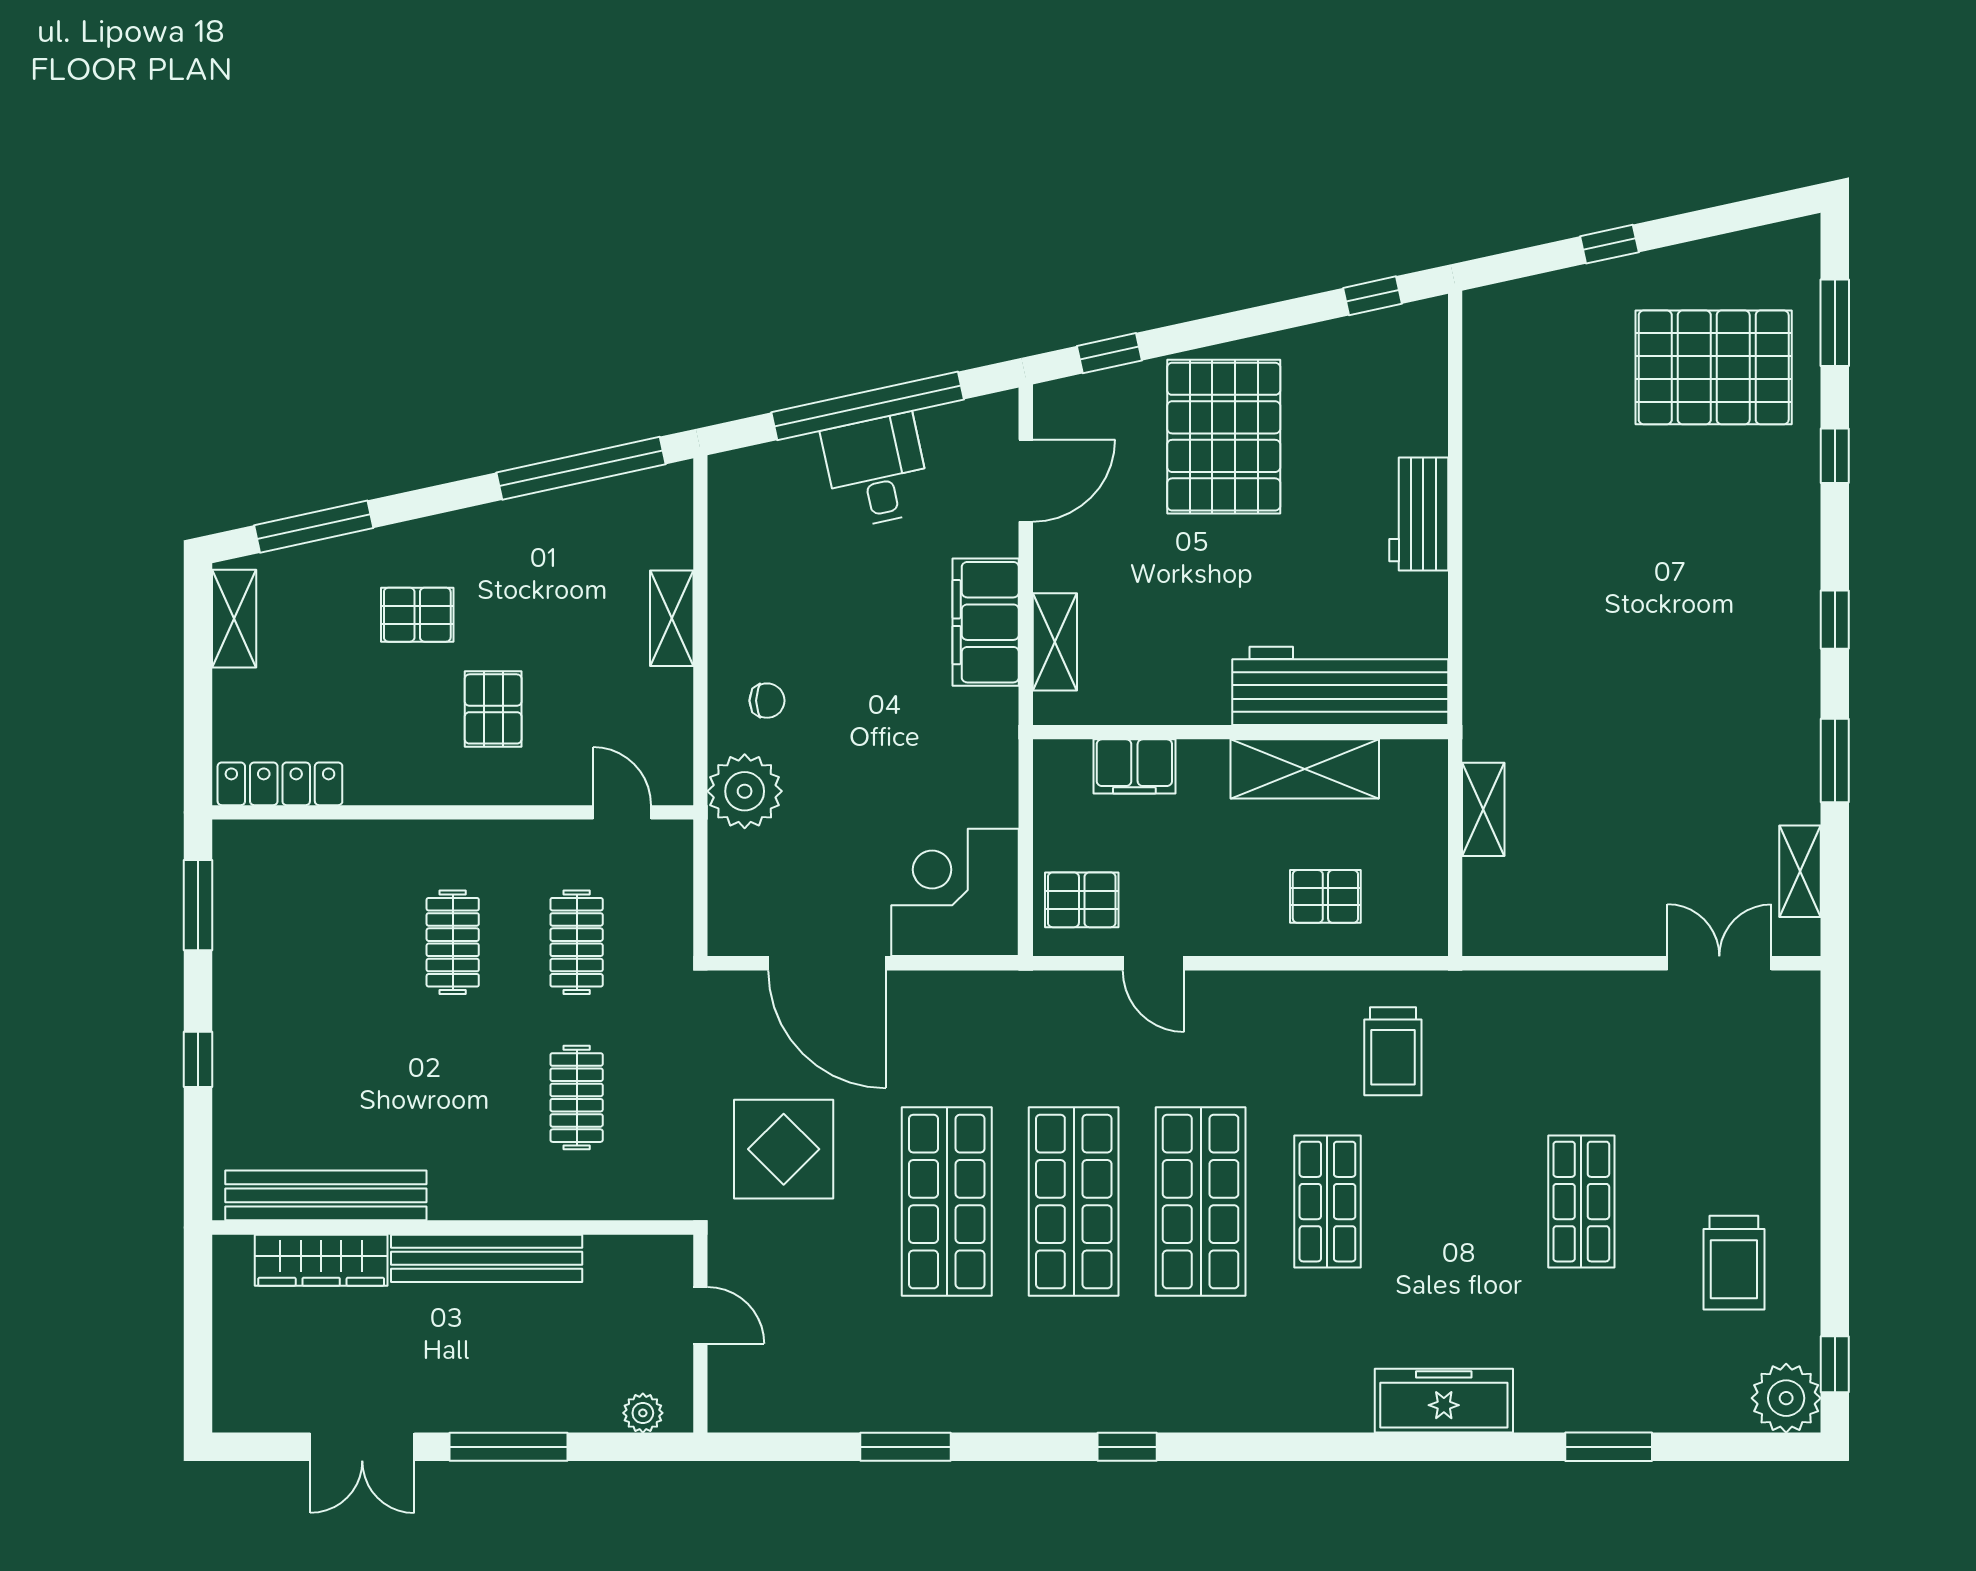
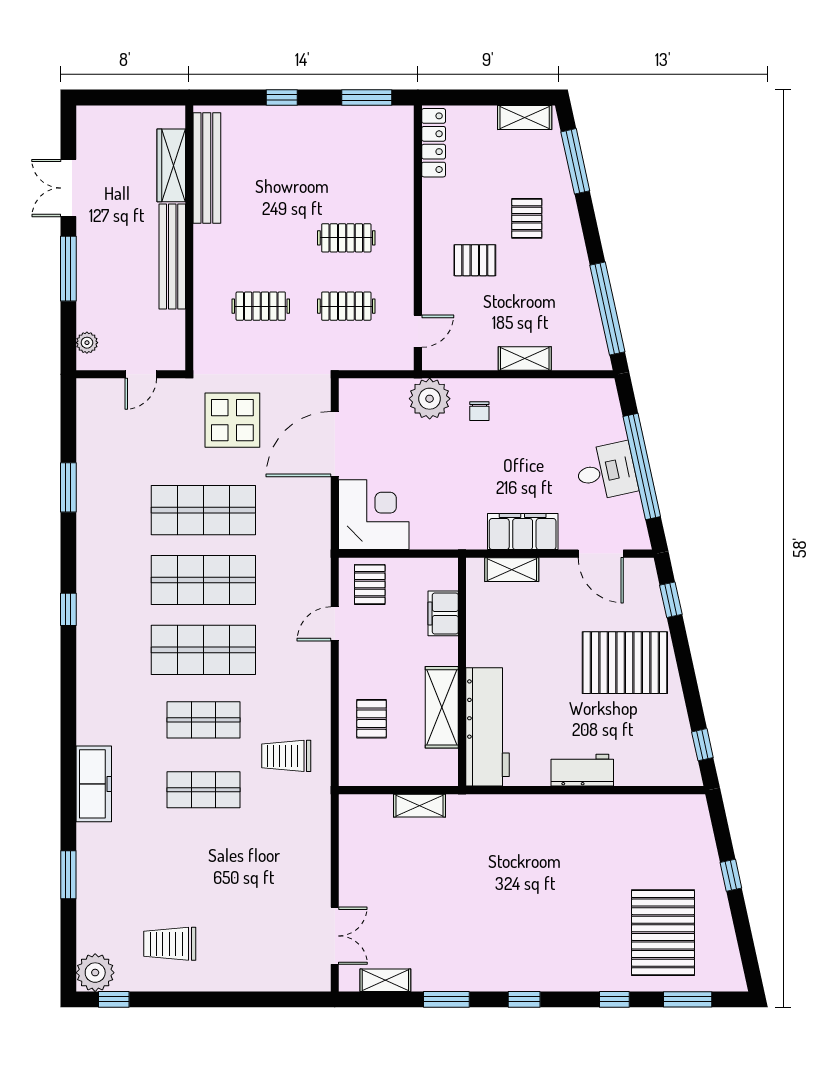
shop shelf: (1581, 1202) -> (203, 790), moved

